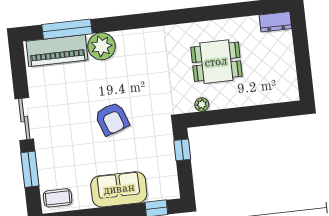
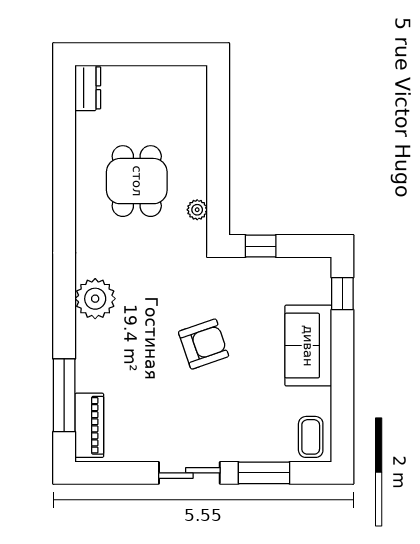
plant: (102, 46) -> (95, 299), moved
piano: (57, 50) -> (89, 425), width x0.73, depth x0.75

